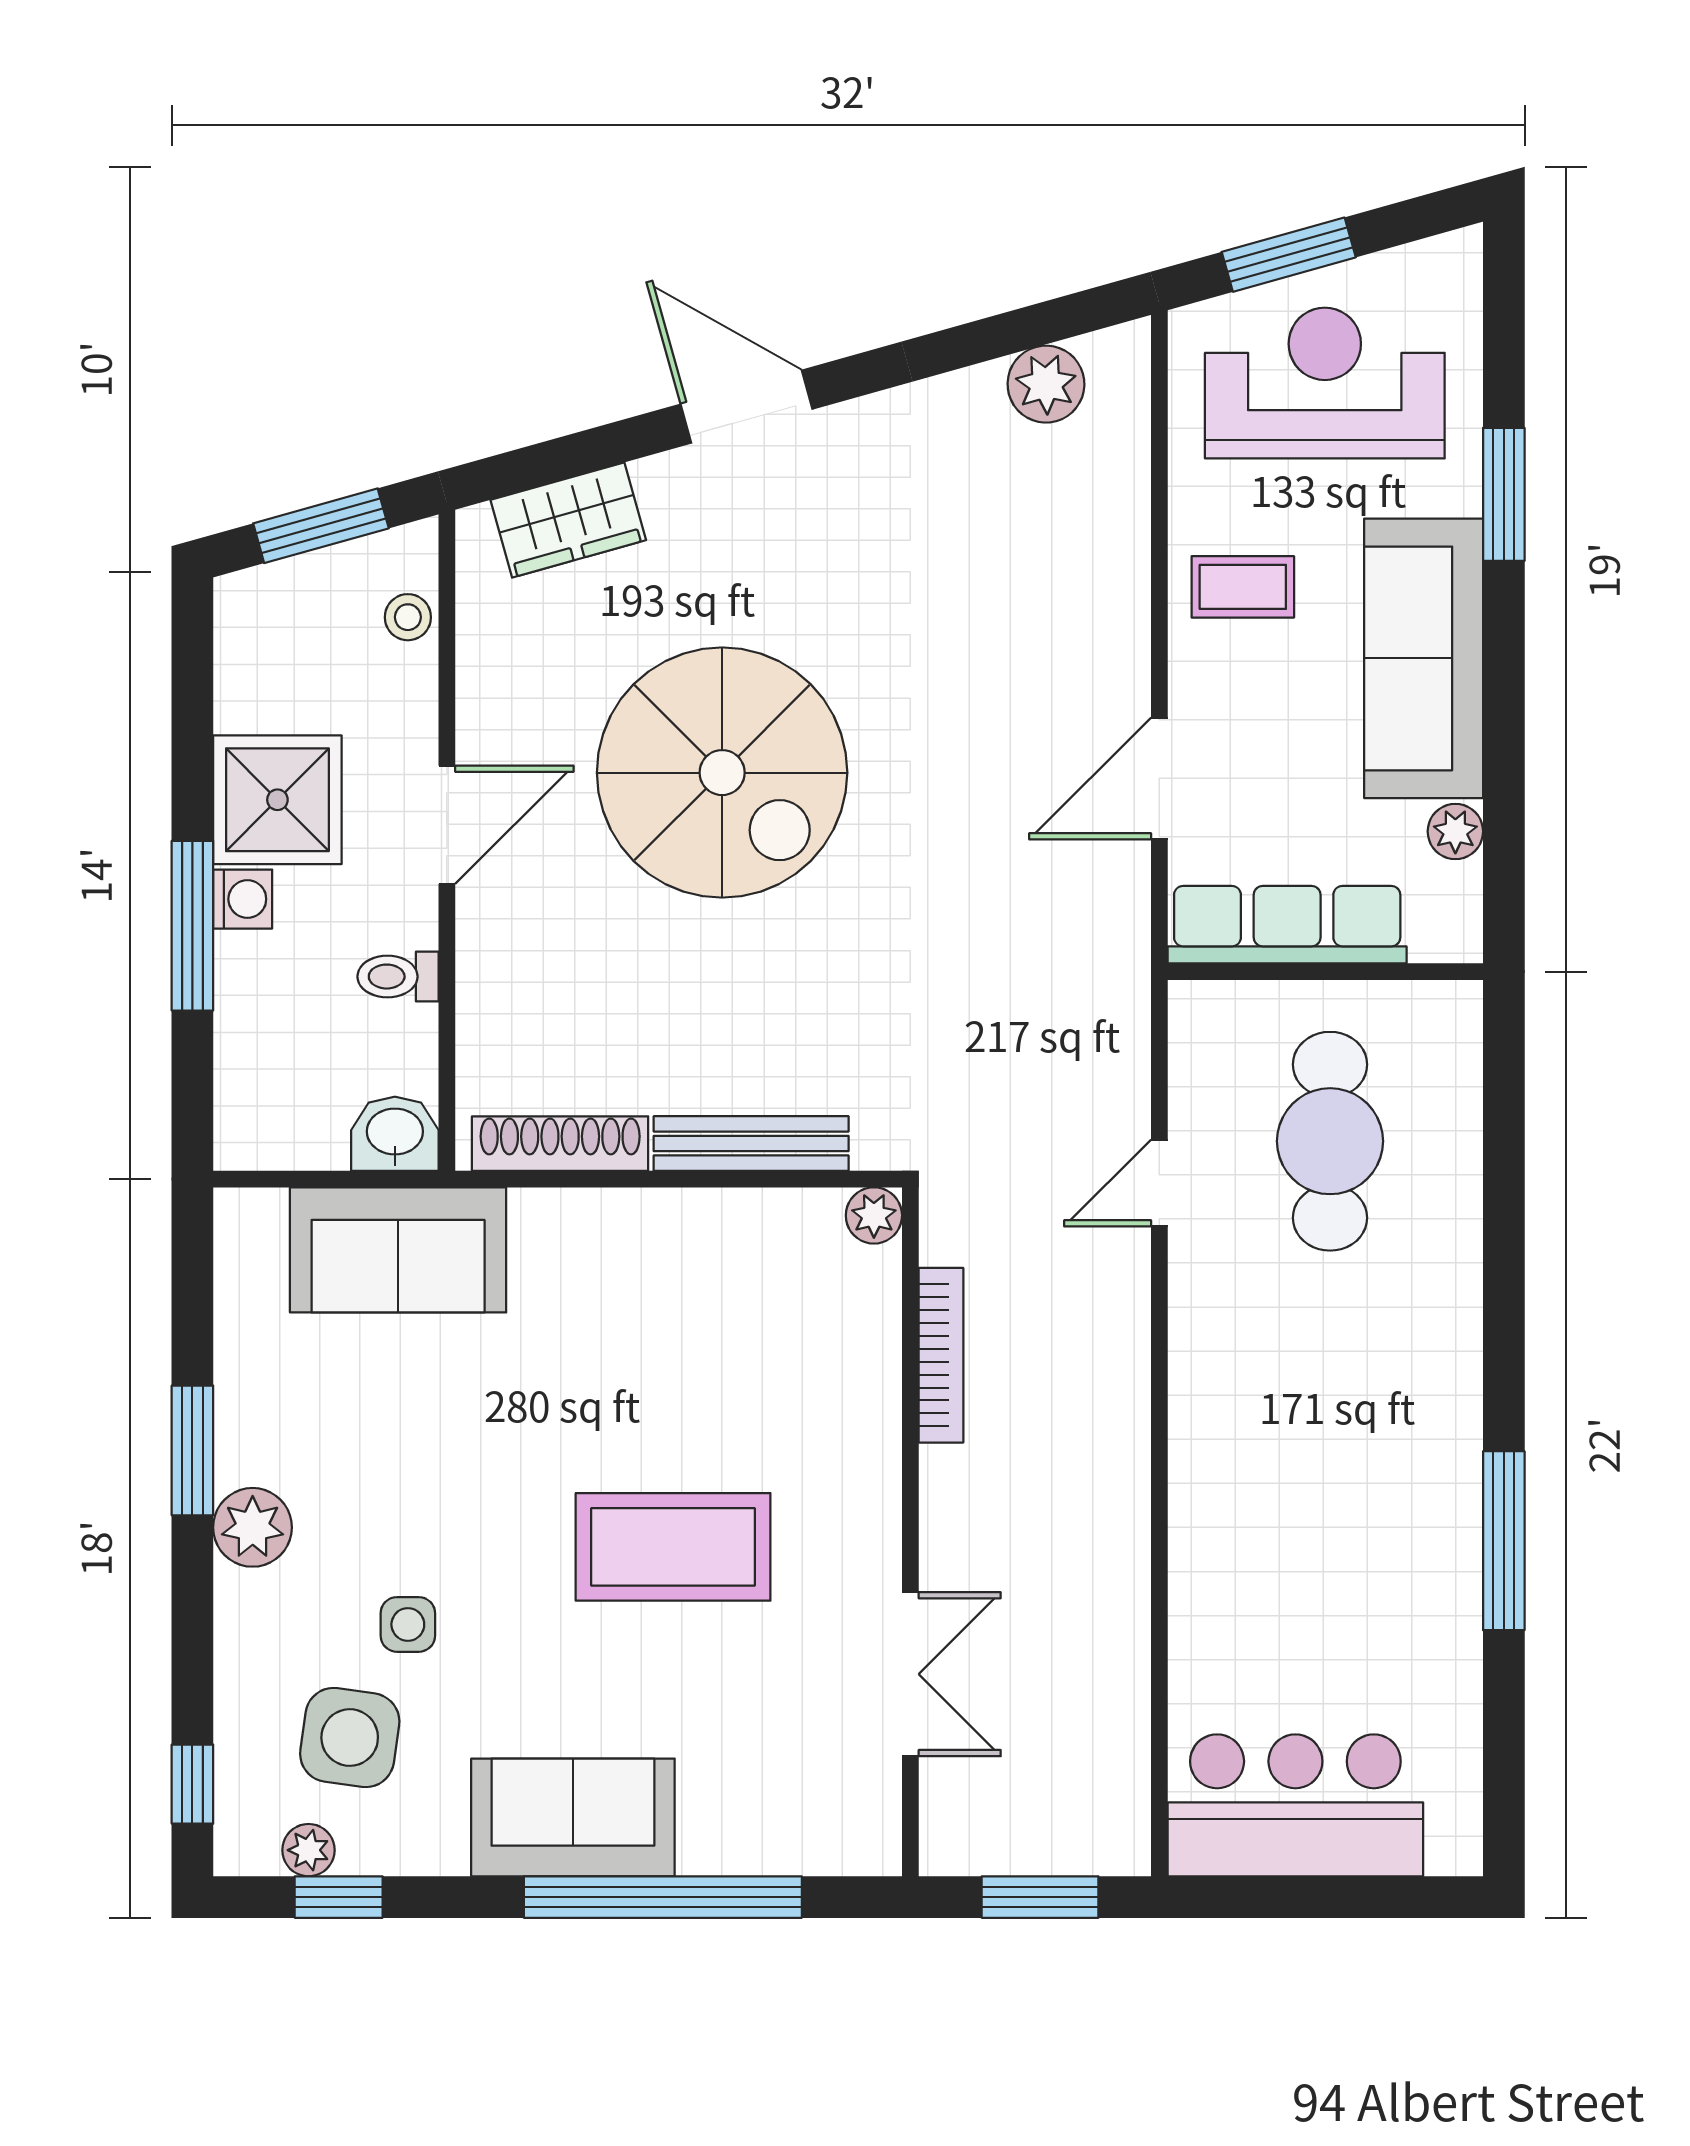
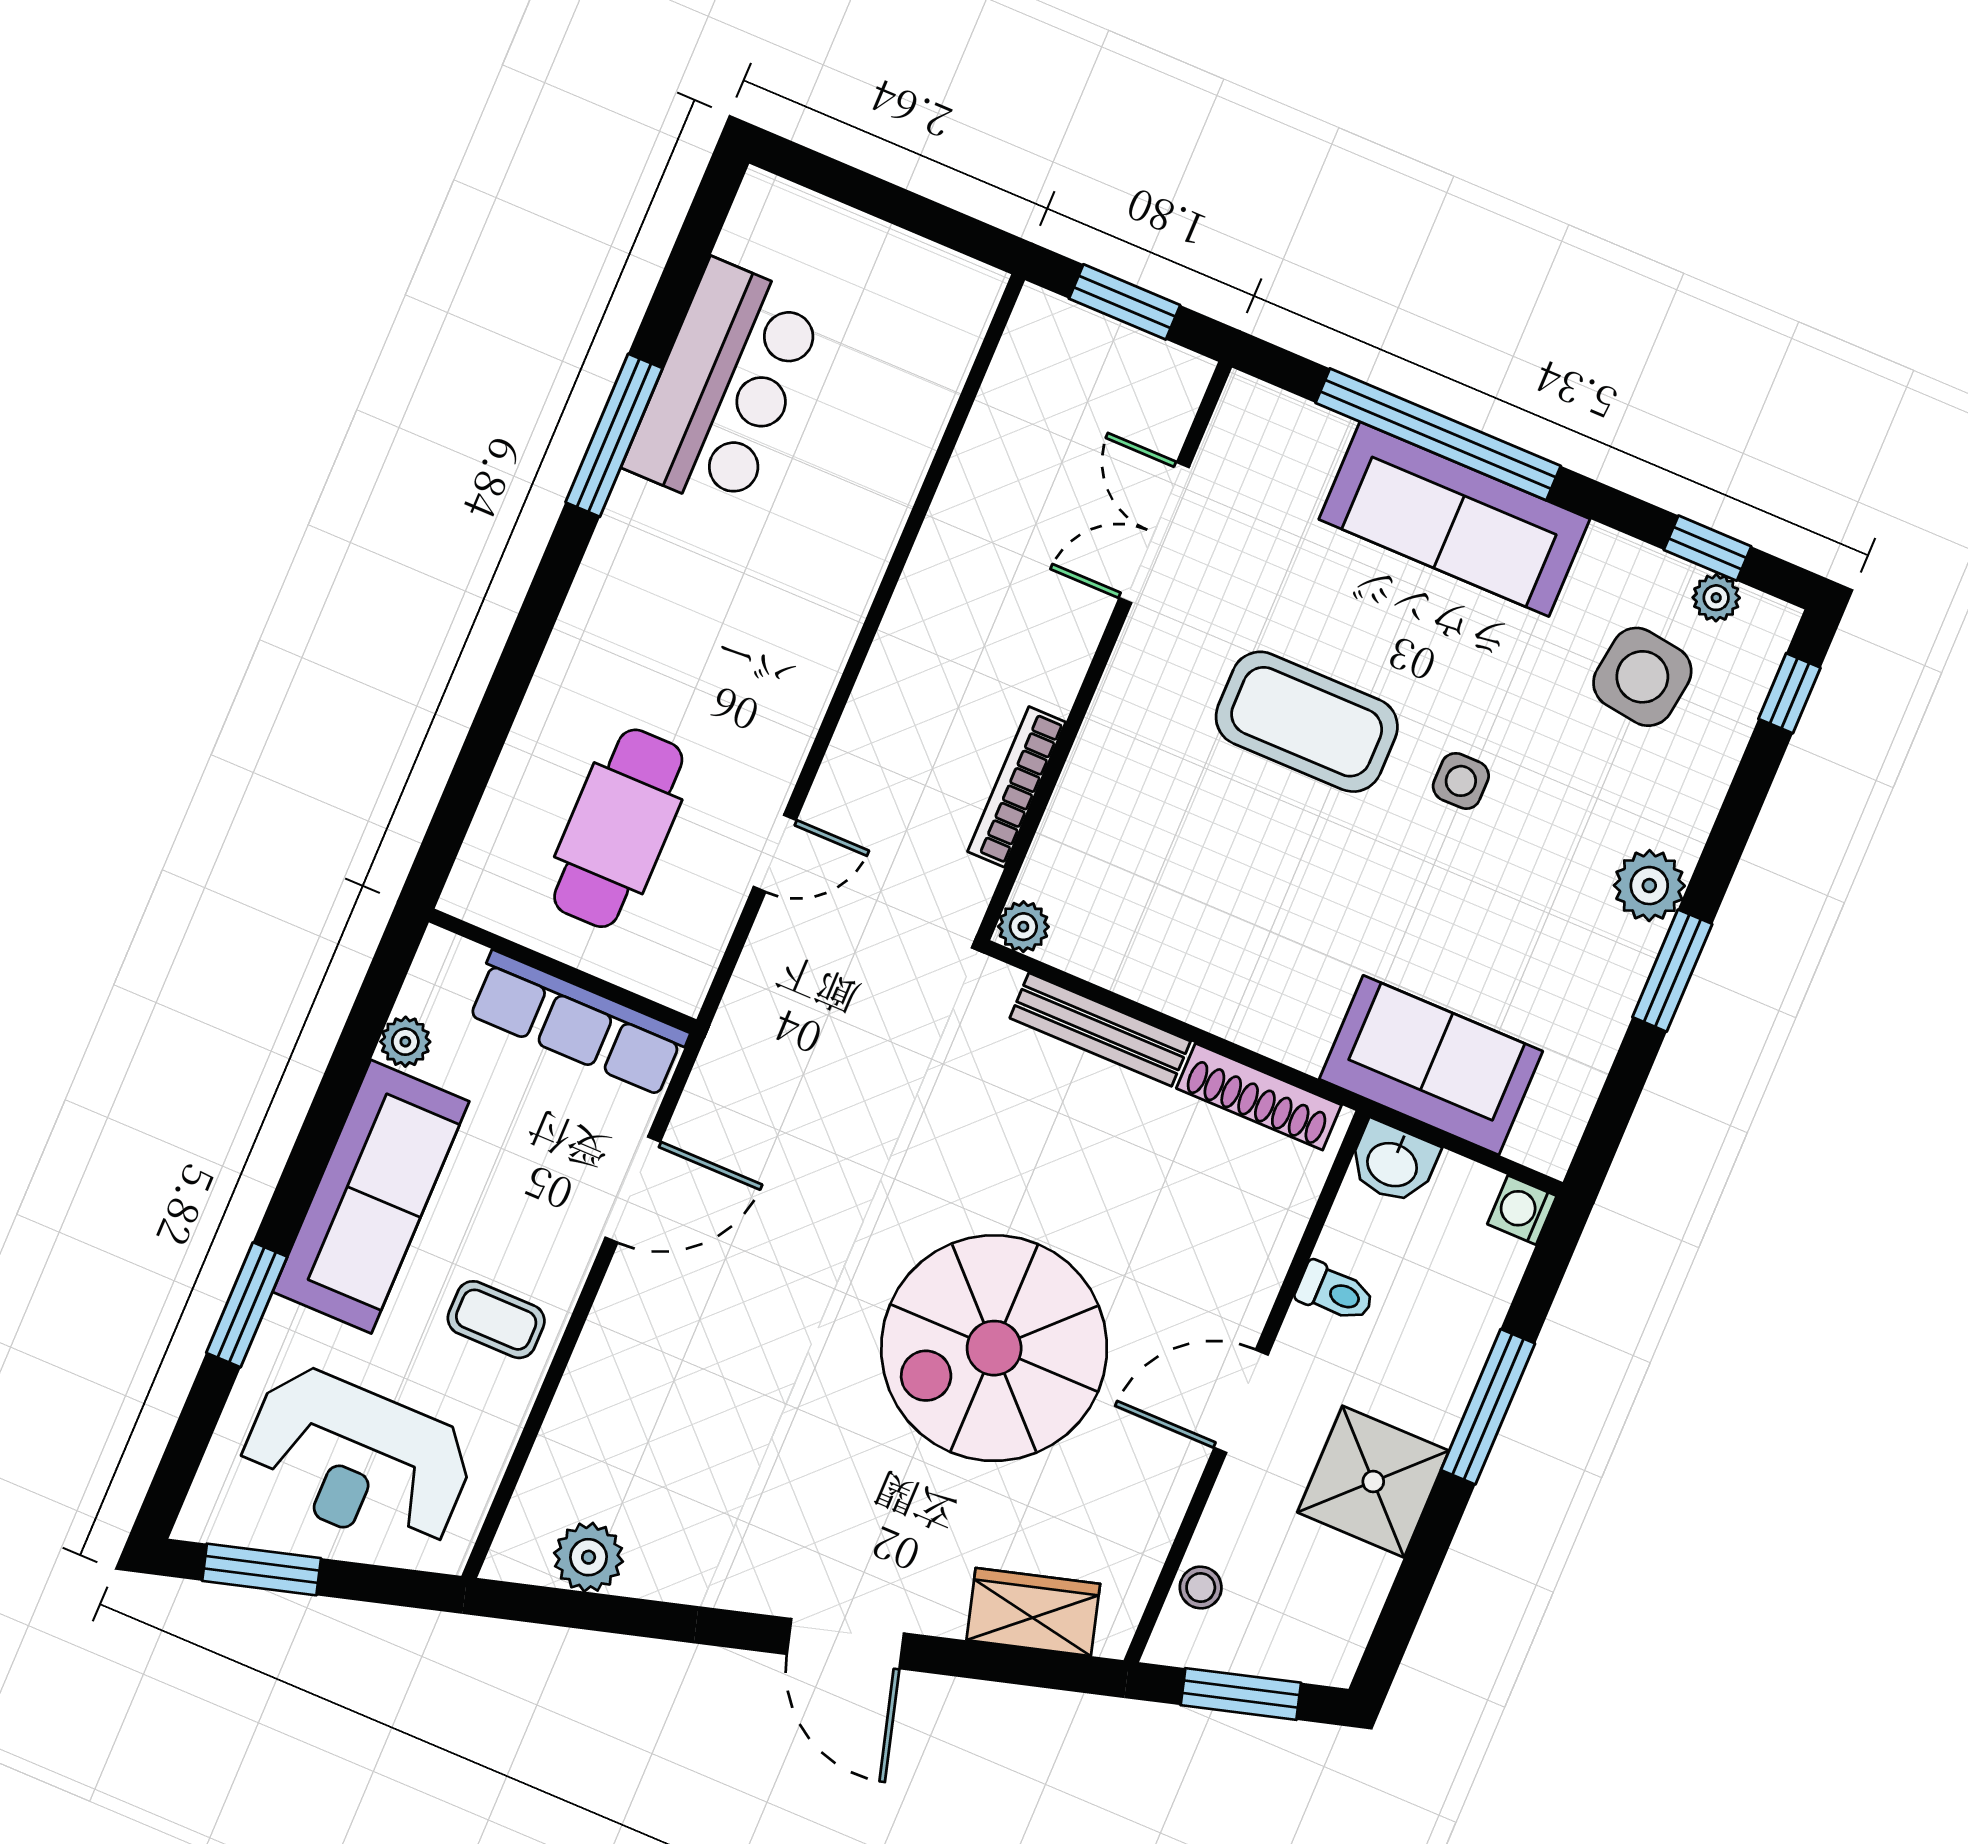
window: (1289, 255) -> (262, 1569), moved
spiral stairs: (722, 773) -> (994, 1348), turned -90
washing machine: (243, 899) -> (1522, 1210), moved
side table: (408, 1624) -> (1461, 781), moved
bar counter: (1295, 1805) -> (725, 386), moved, turned -90
sofa: (573, 1817) -> (1454, 519), width x1.36

